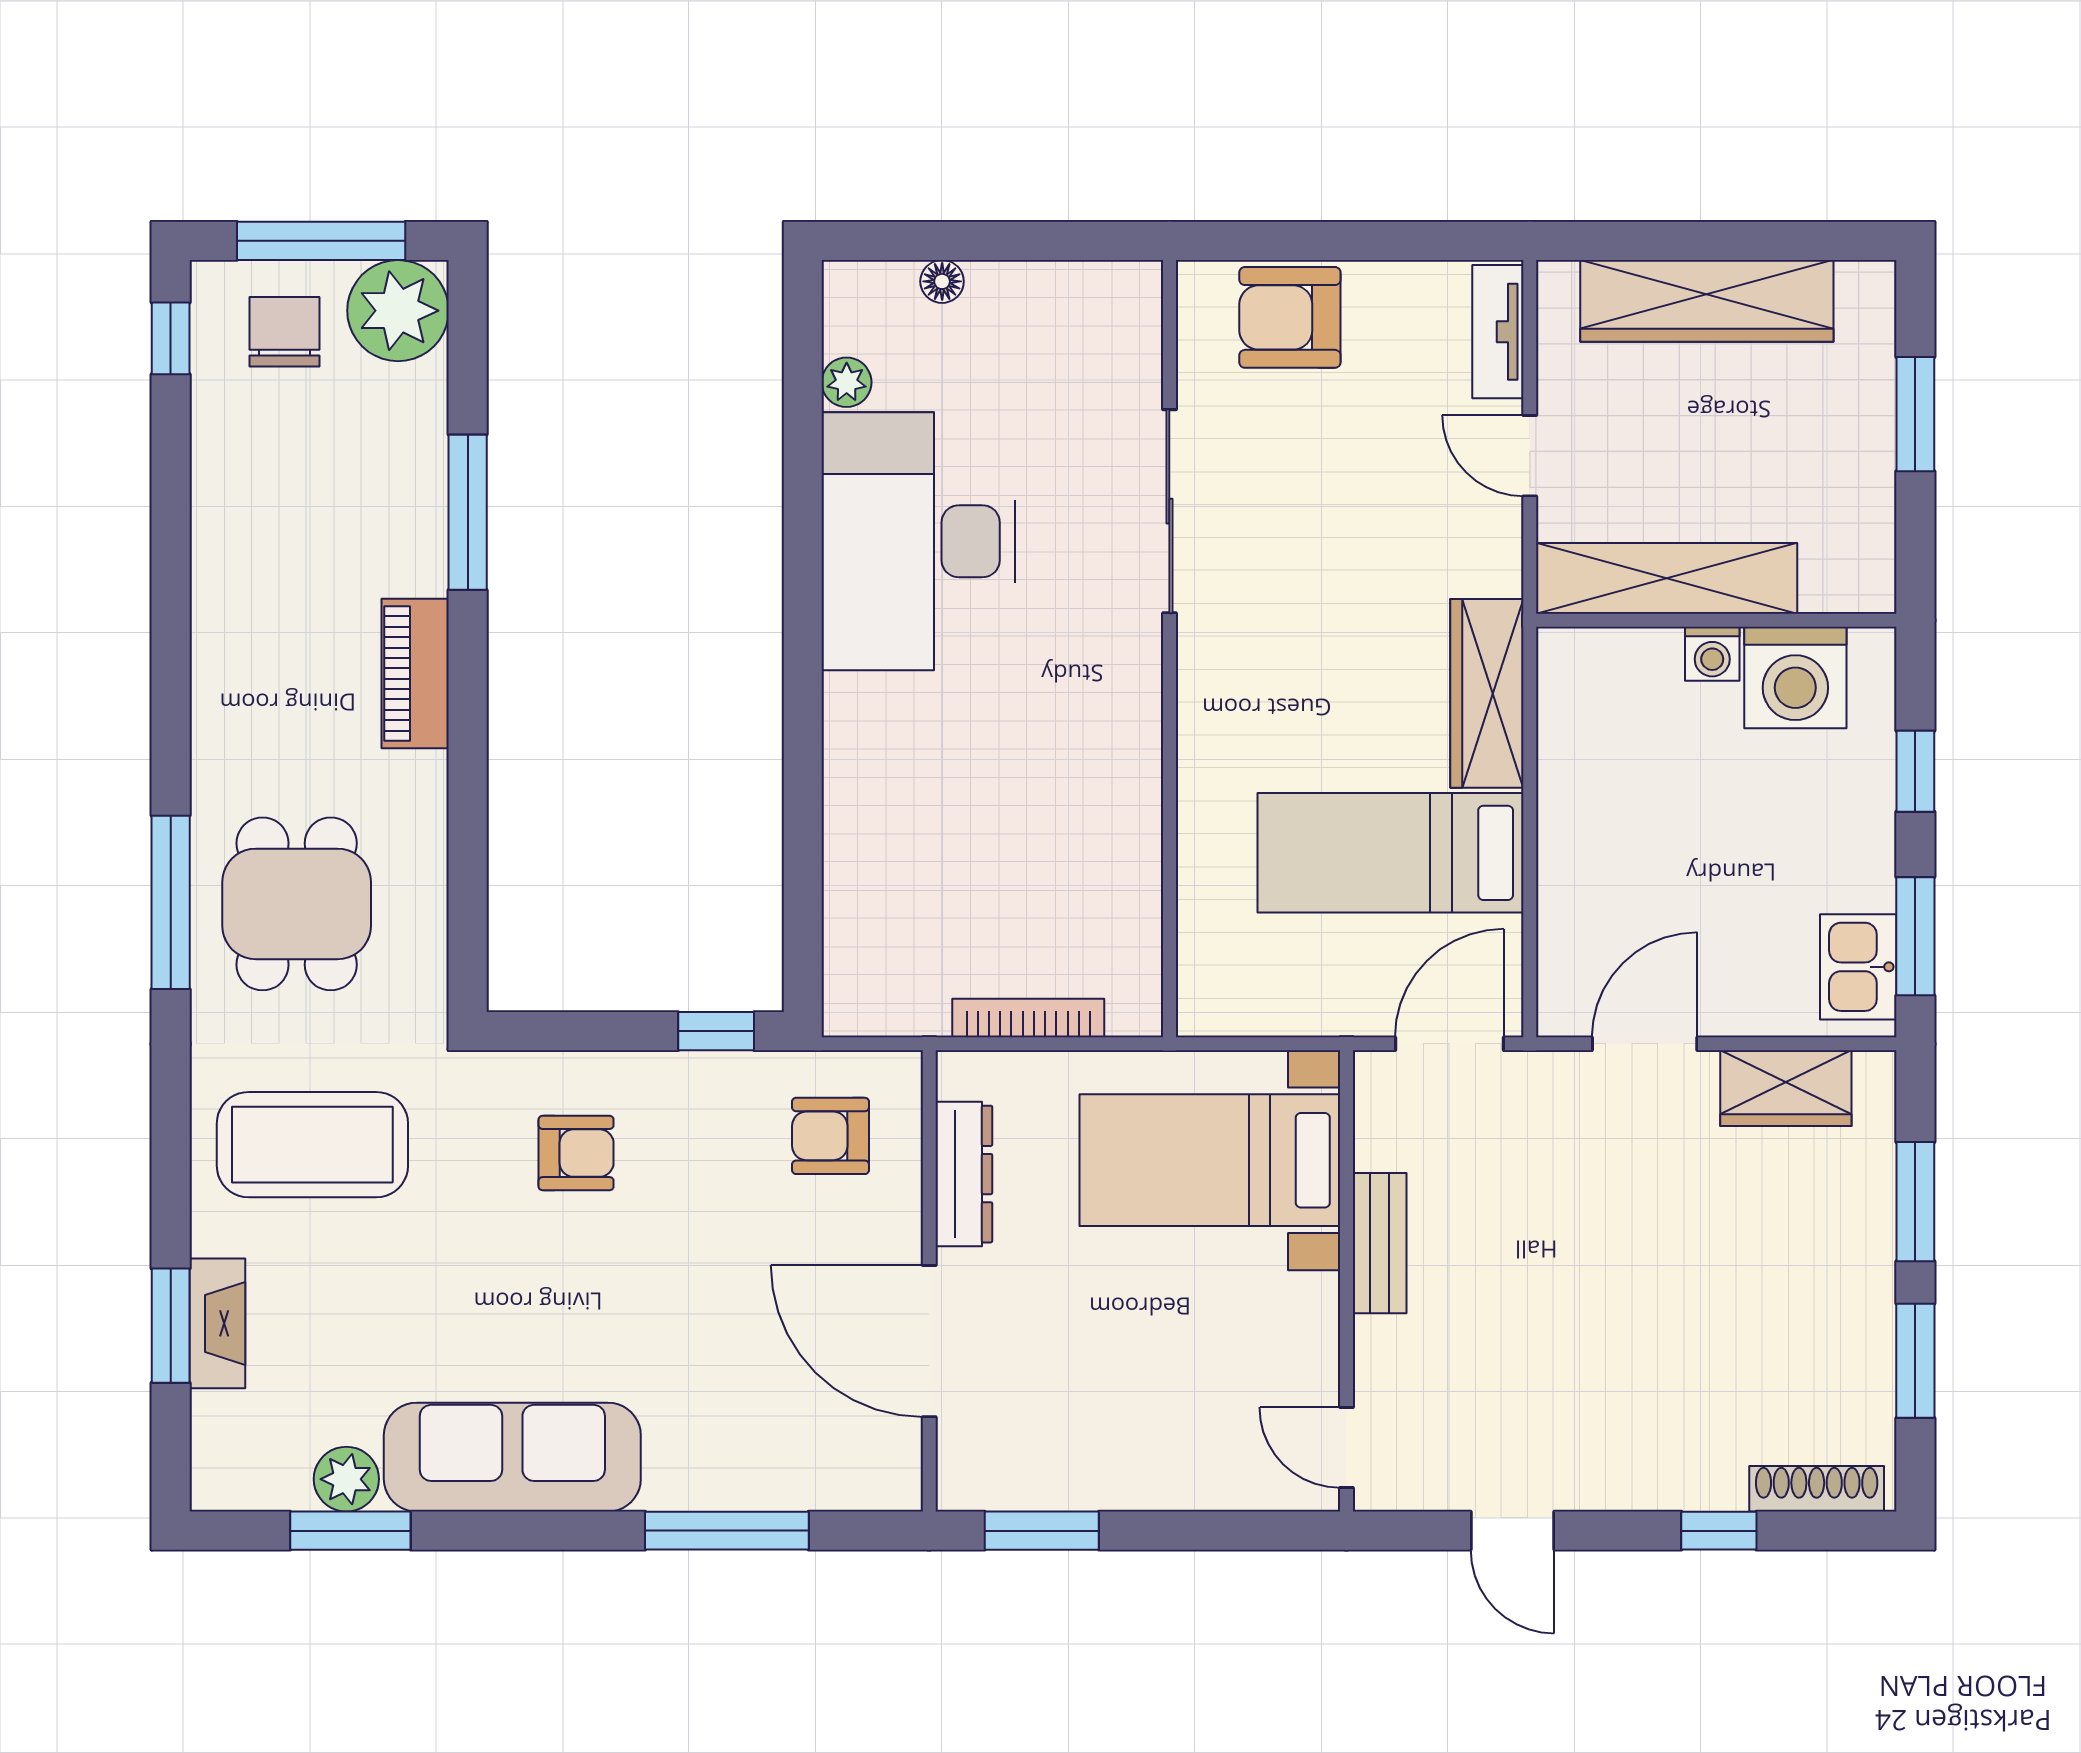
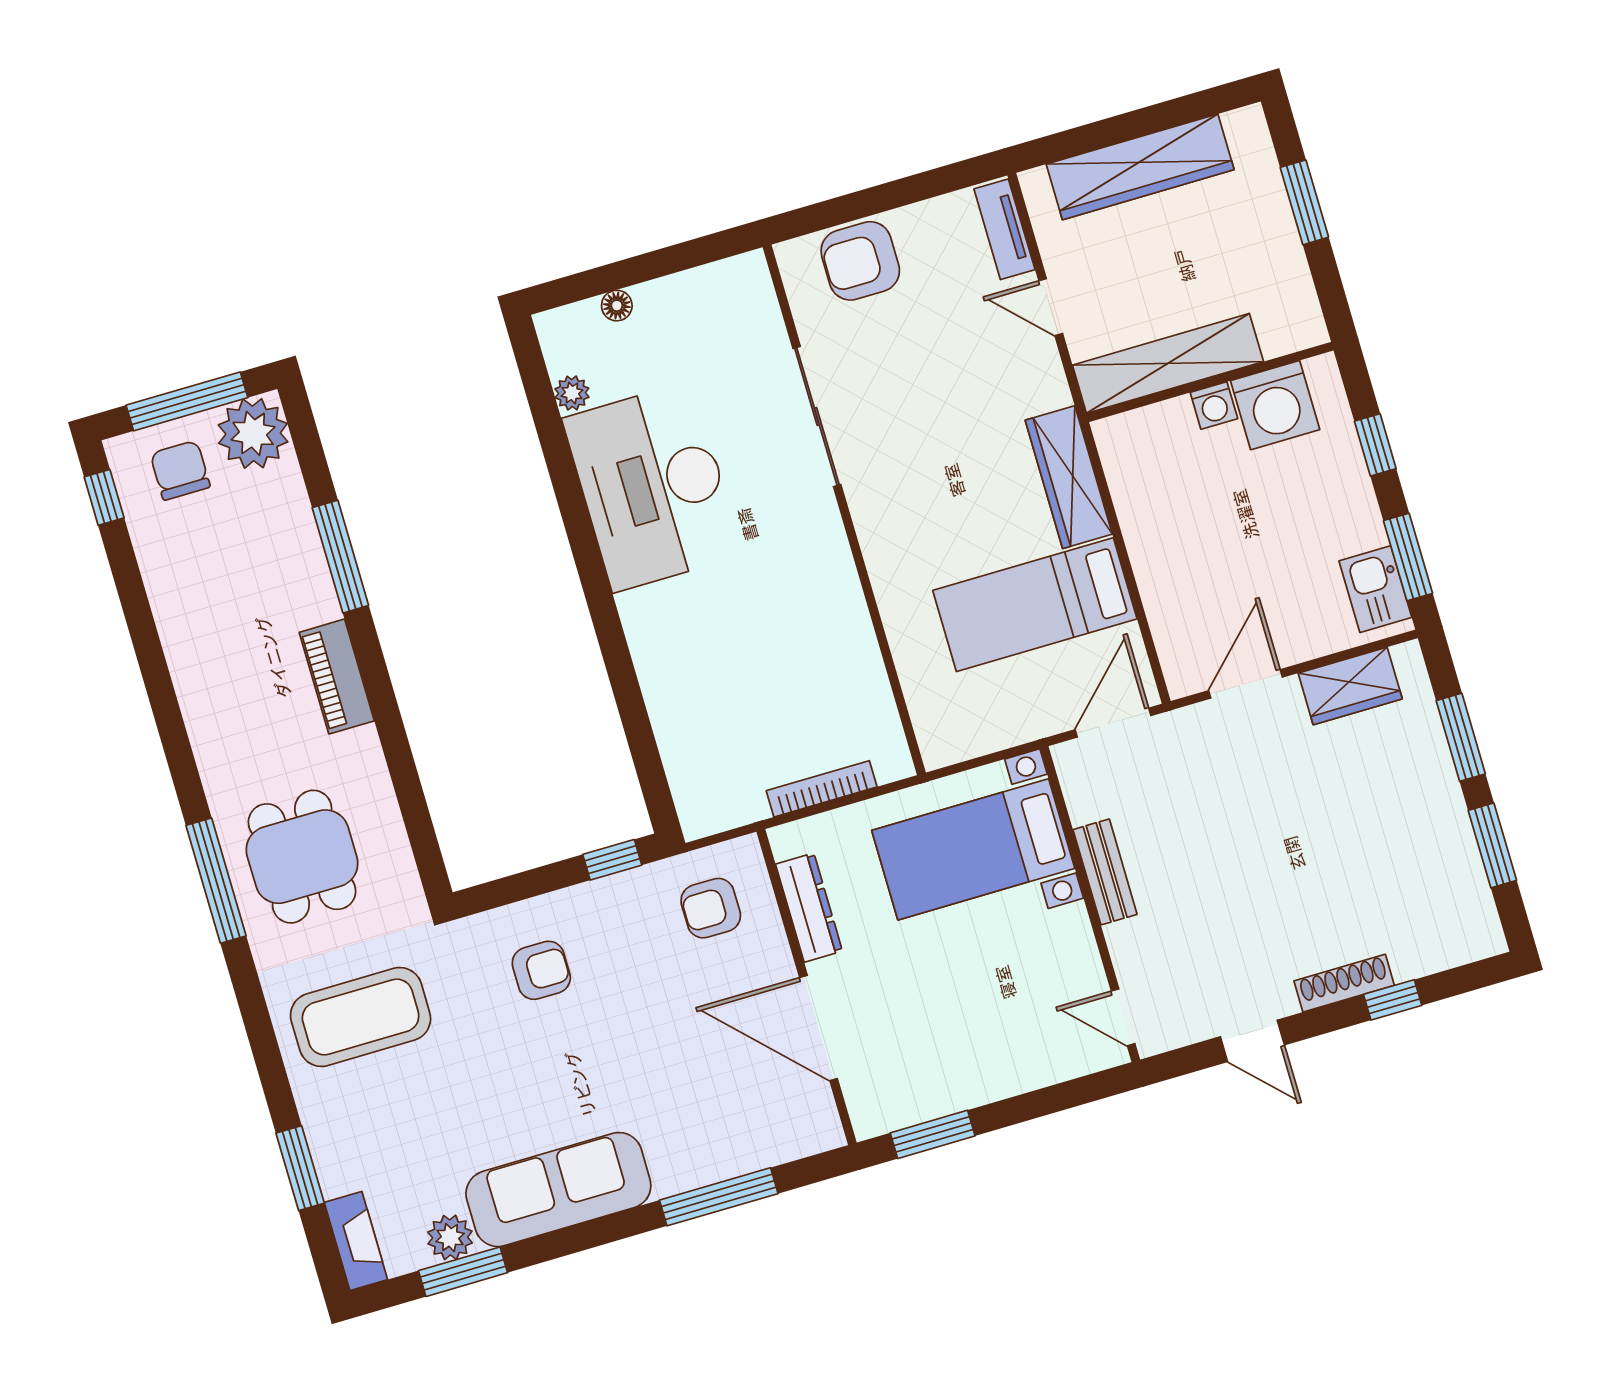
fireplace: (217, 1323) -> (356, 1241), moved
shoe rack: (1817, 1489) -> (1344, 983), moved

